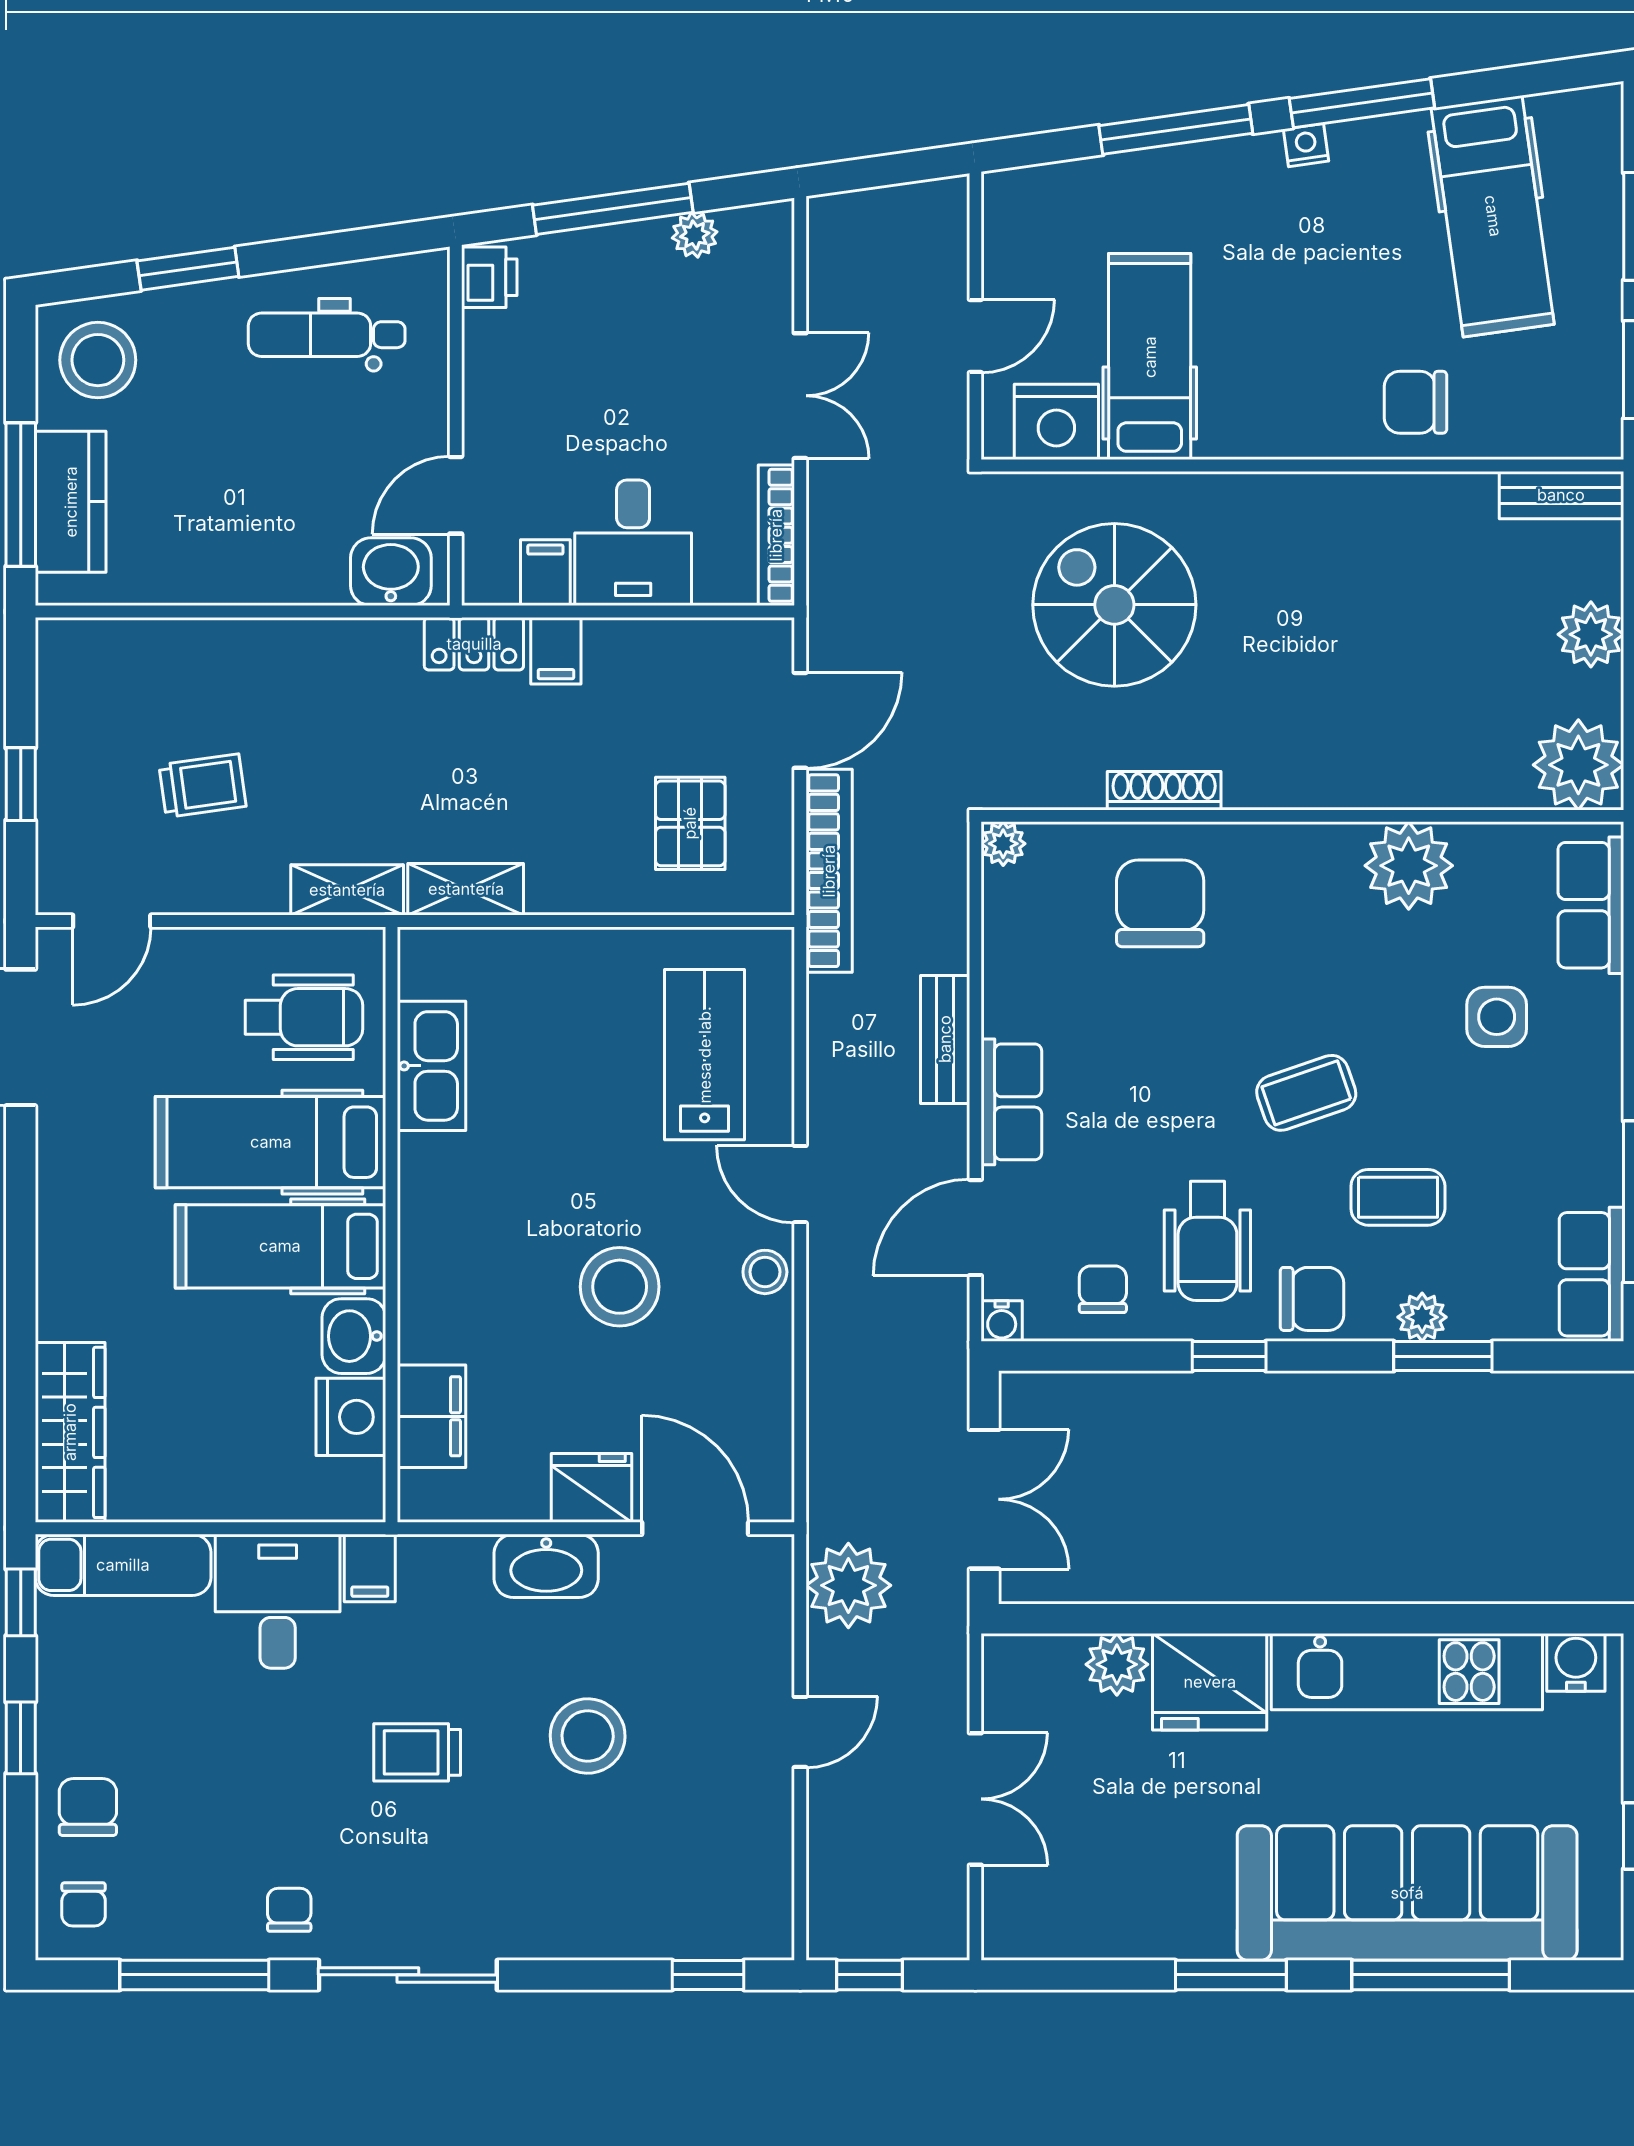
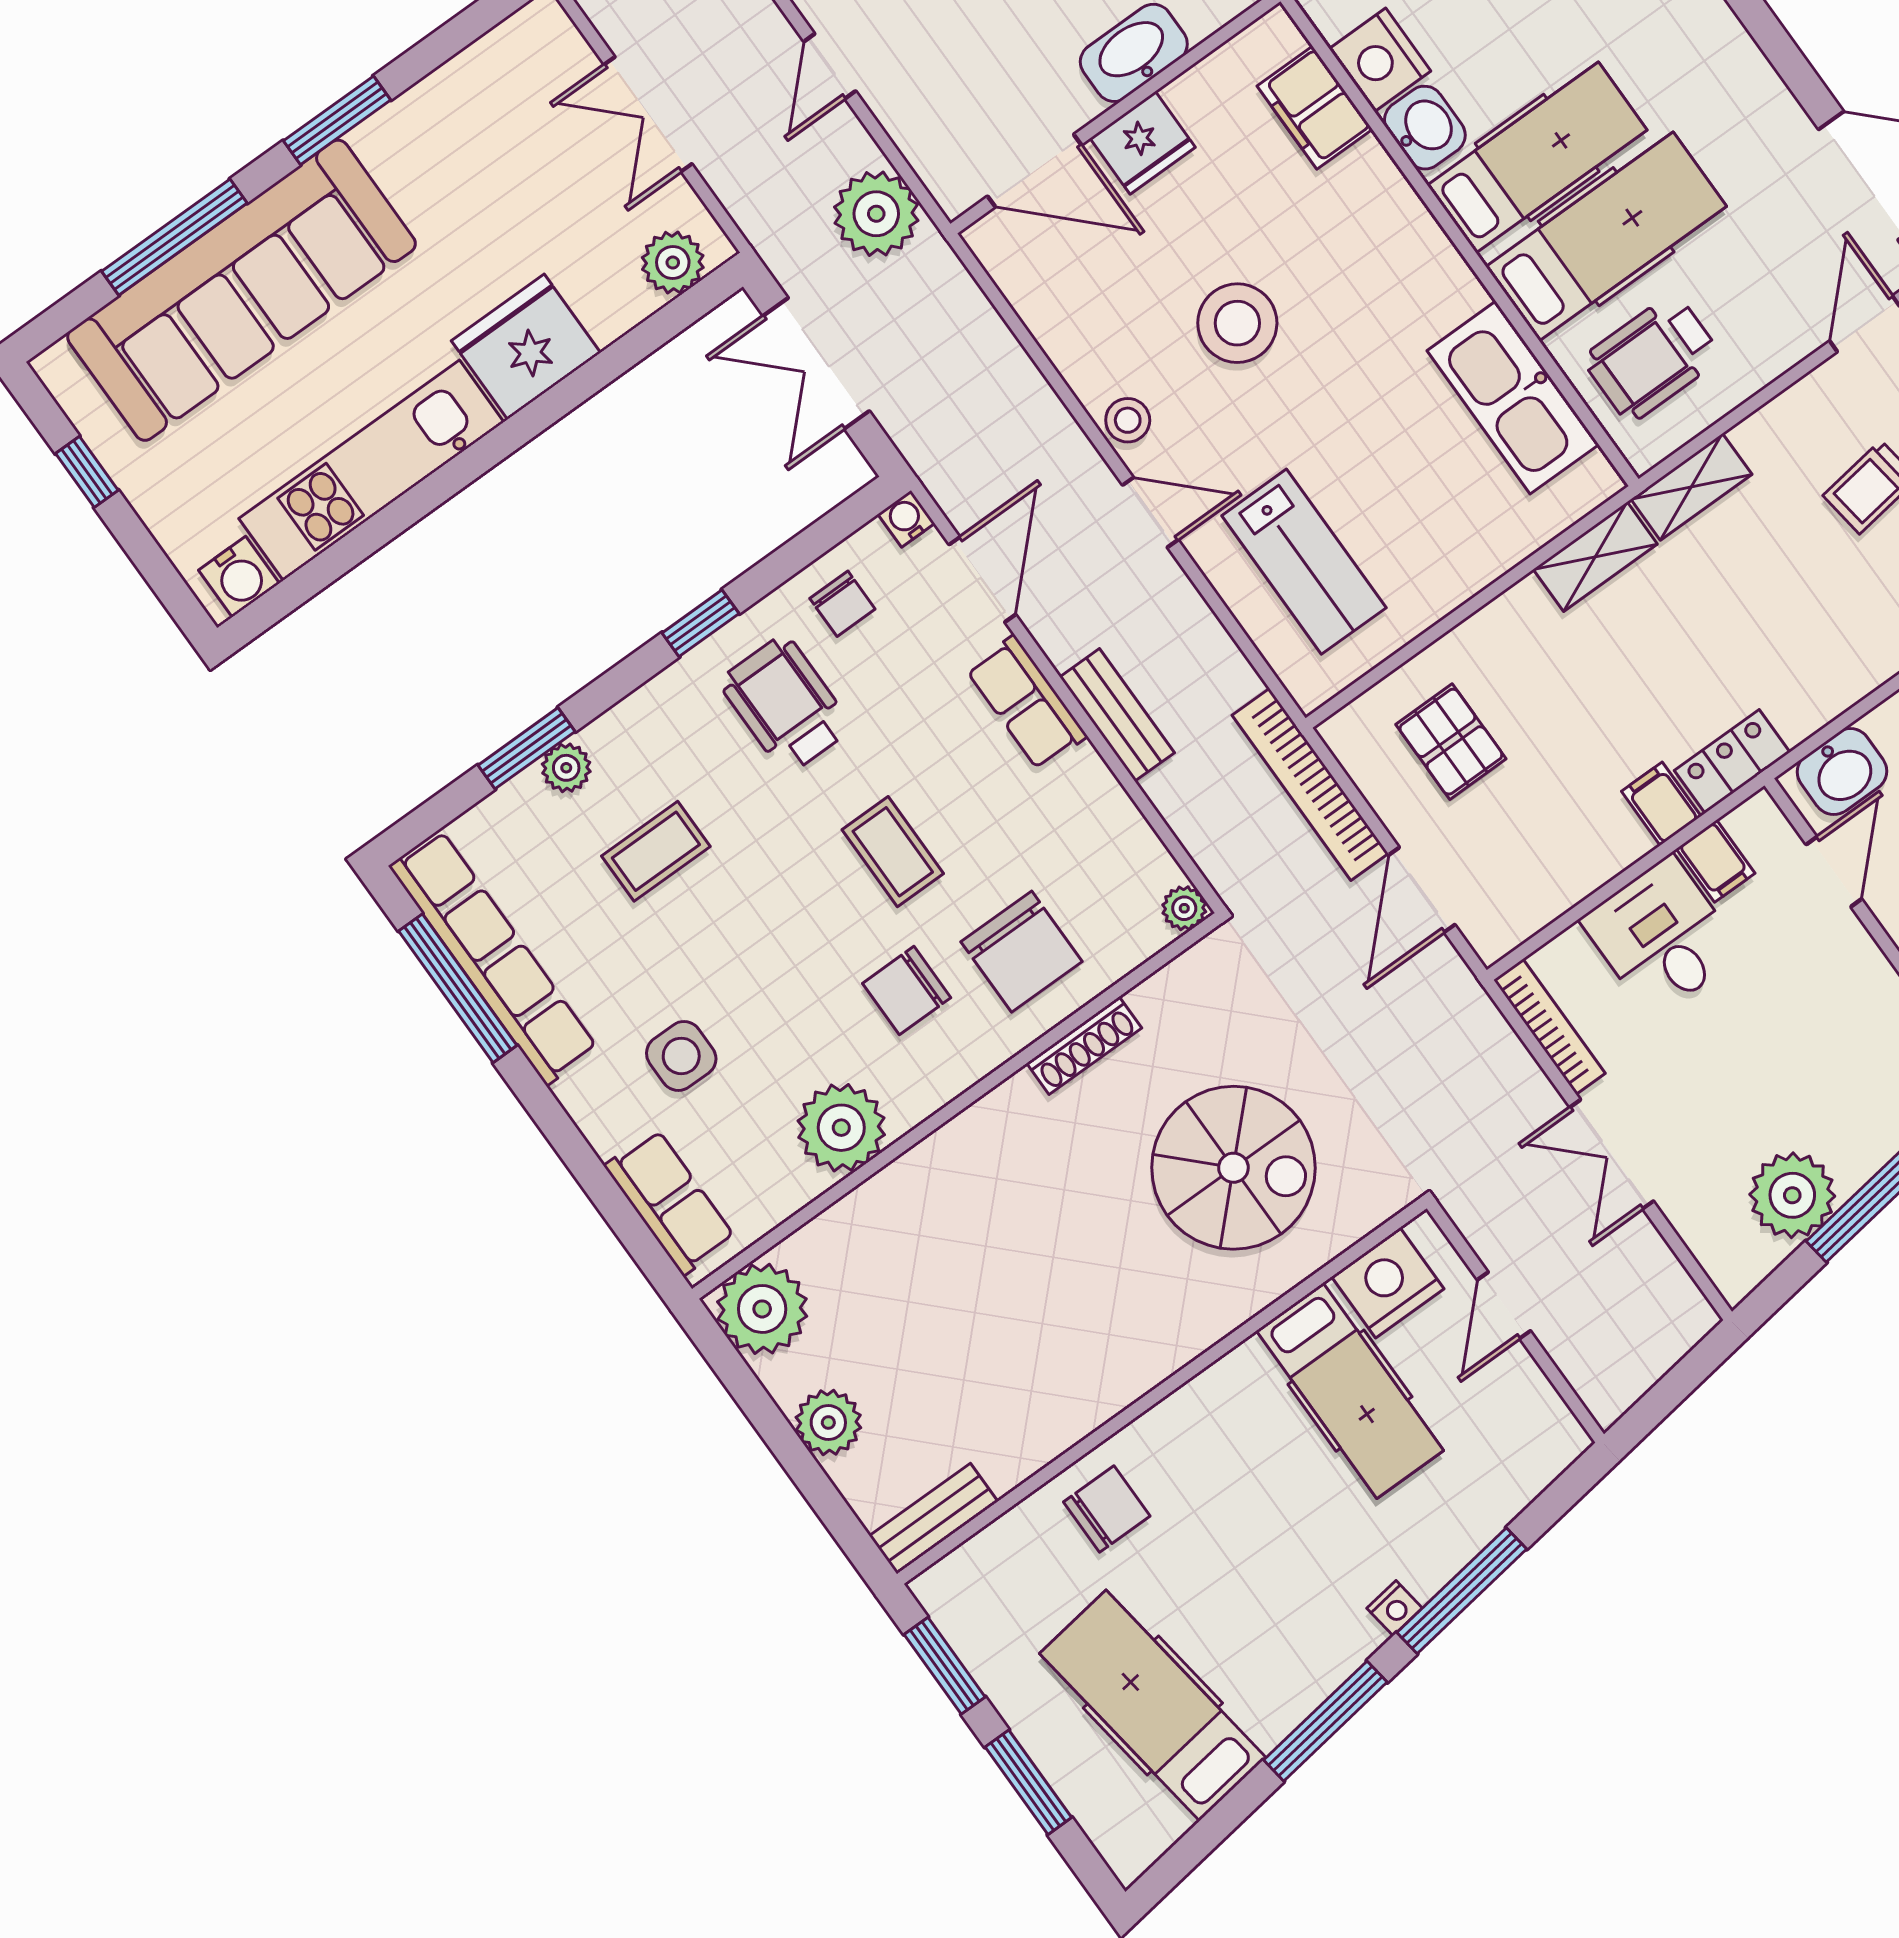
nightstand: (1306, 145) -> (1395, 1608), moved
plant: (695, 235) -> (1792, 1195), width x1.88, depth x1.88
kitchen sink: (431, 1066) -> (1513, 398), width x1.36, depth x1.24
coffee table: (1306, 1093) -> (893, 852), moved, turned -71
row of seats: (1591, 1274) -> (493, 957), width x2.02
chair: (1312, 1299) -> (907, 991), moved
plant: (1117, 1664) -> (673, 262), moved

